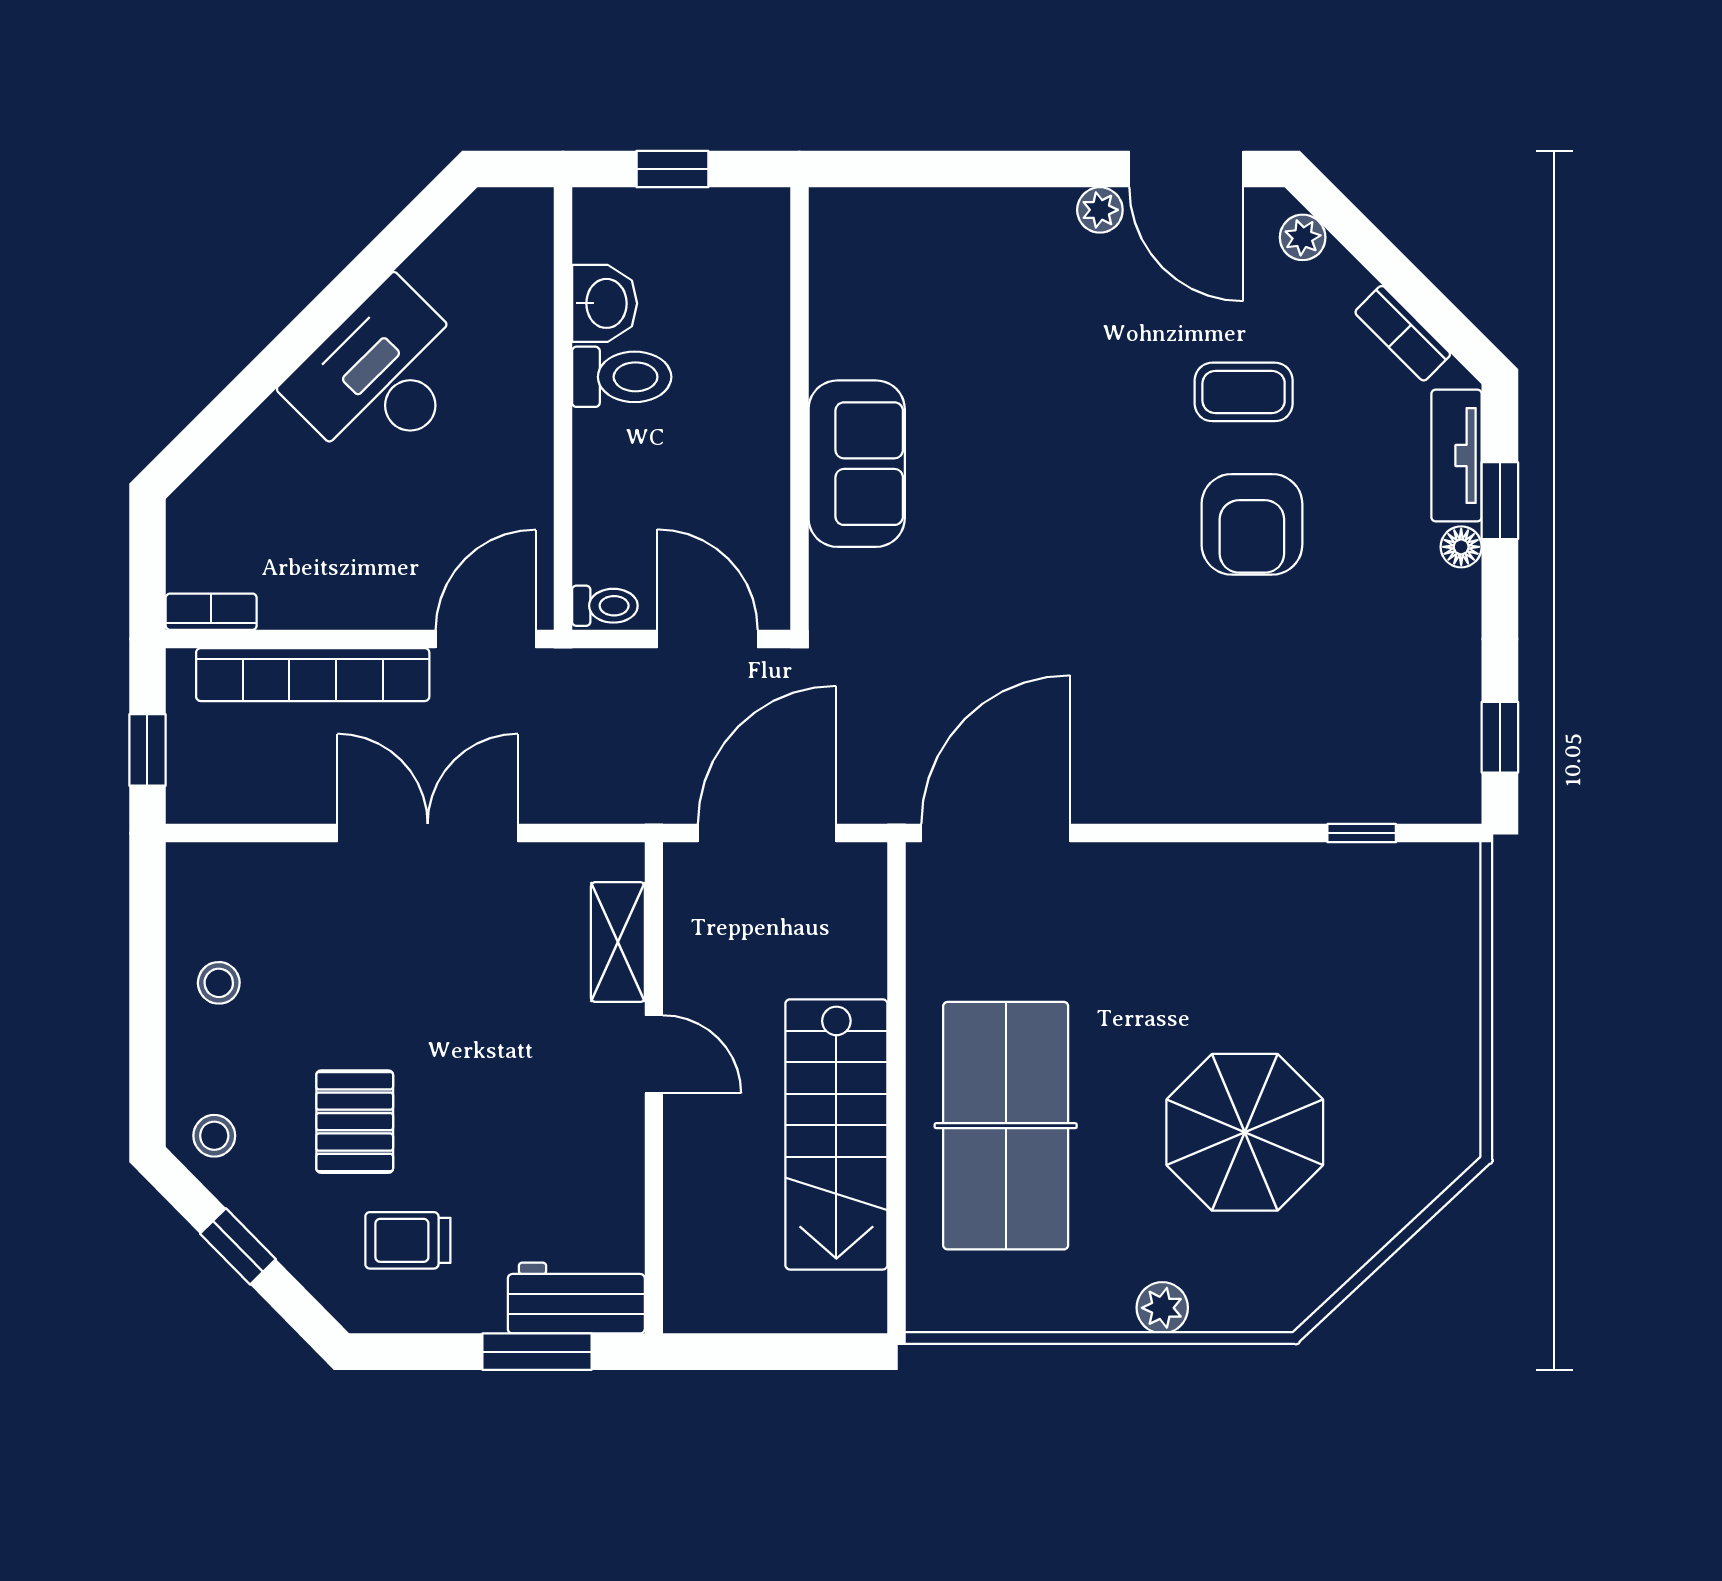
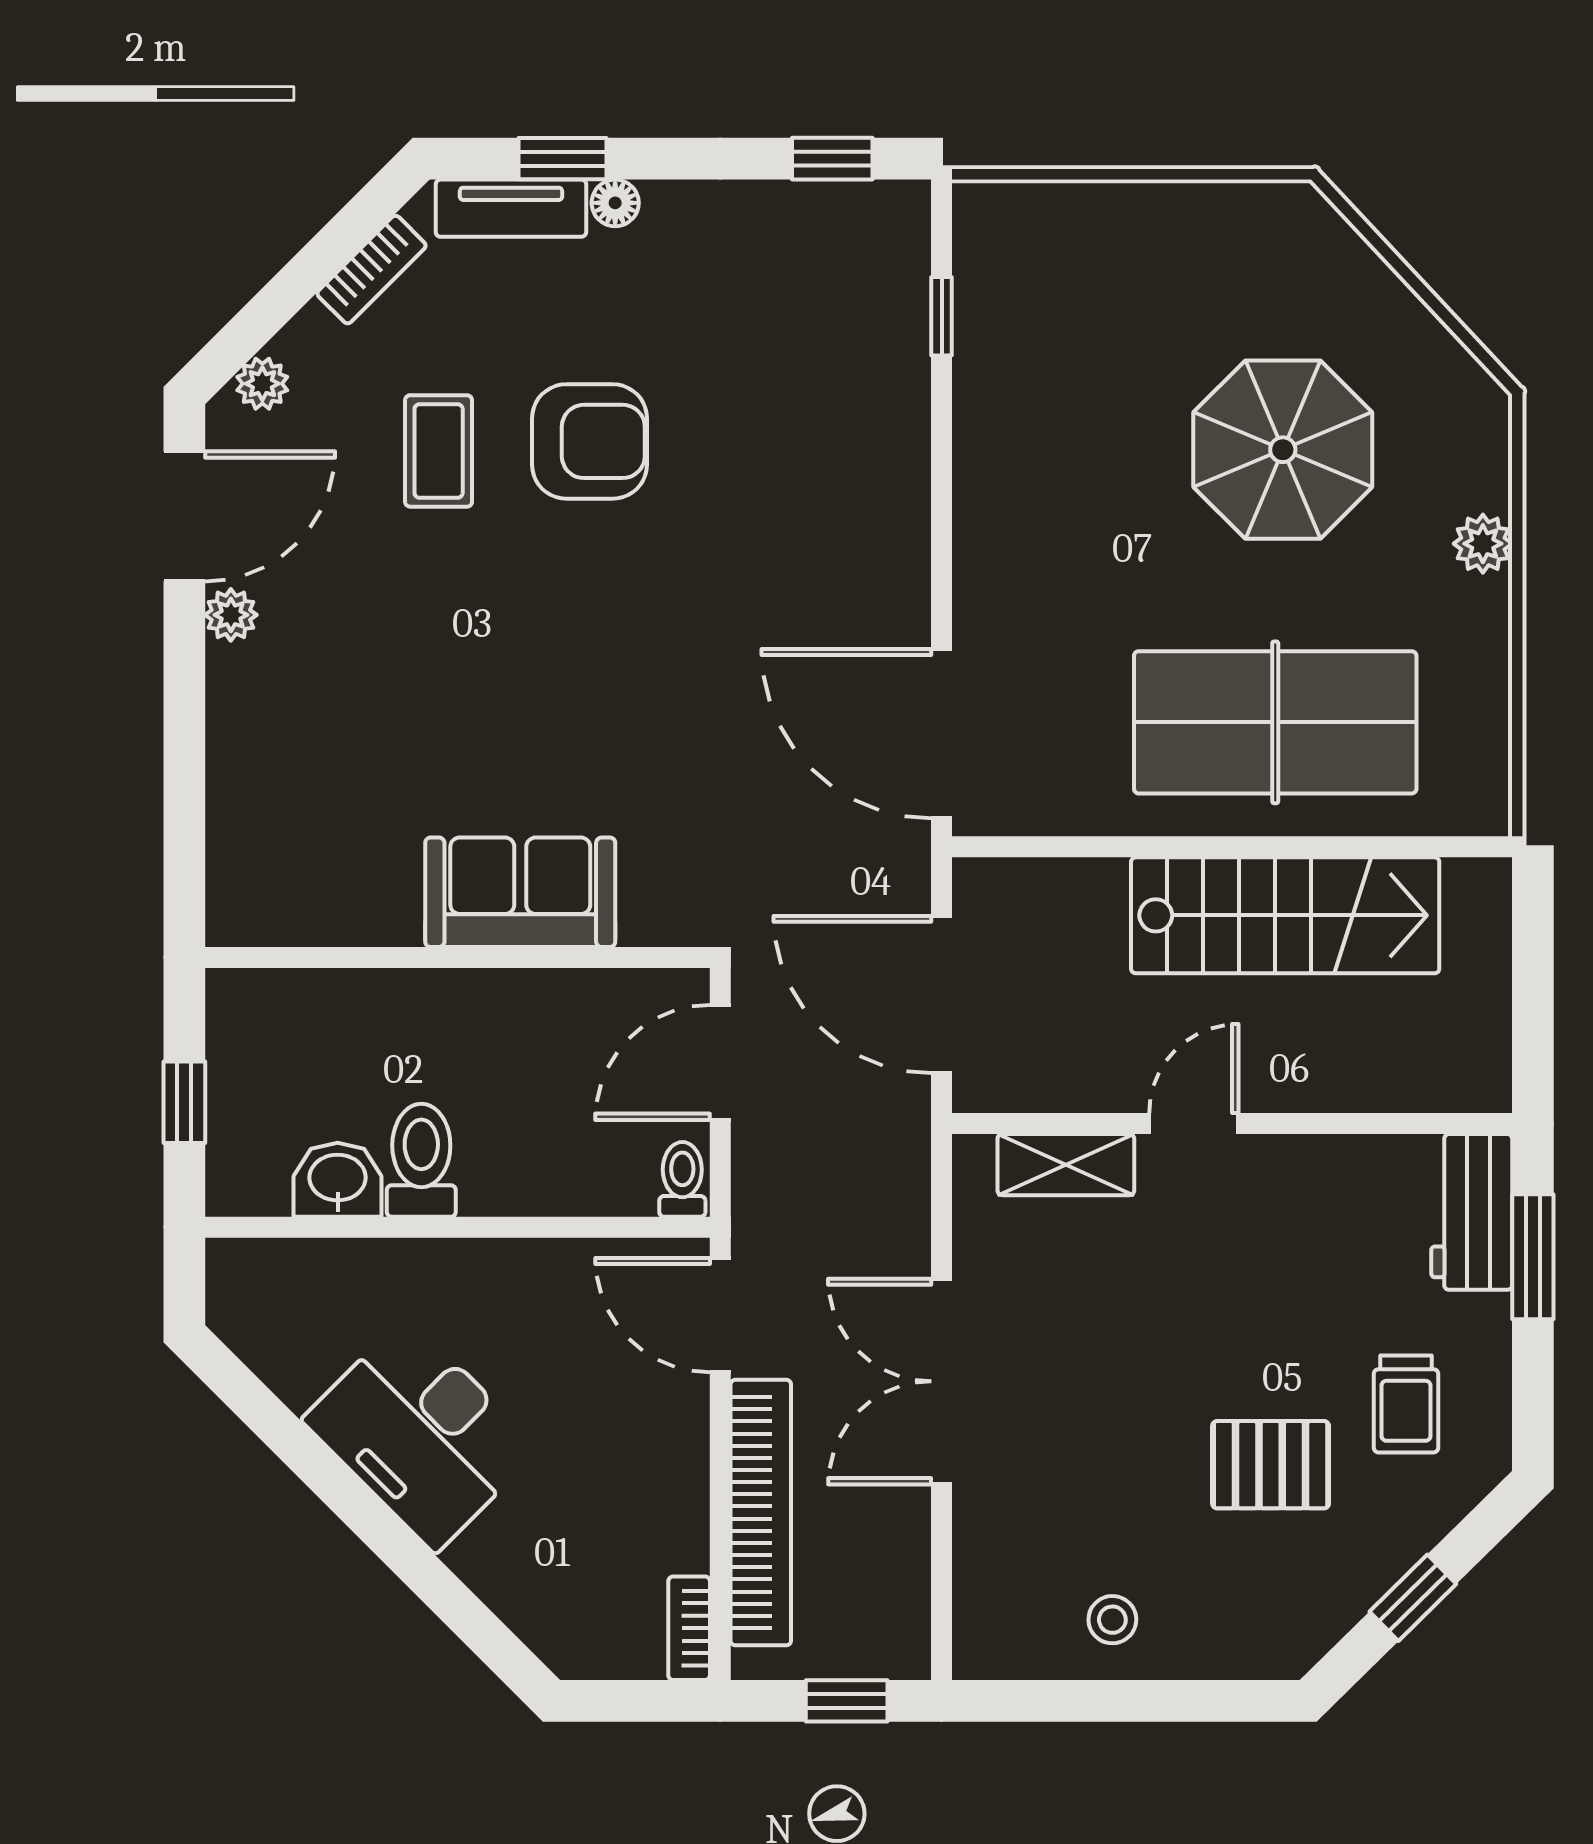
stool: (214, 1136) -> (1287, 1625), removed

